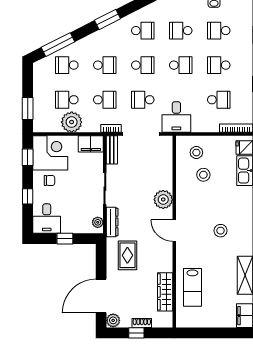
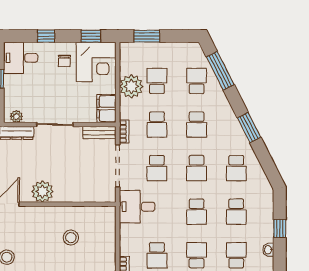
school desk: (181, 31) -> (236, 212), turned 180
school desk: (143, 100) -> (157, 168), turned 180
stool: (196, 153) -> (96, 230), removed

